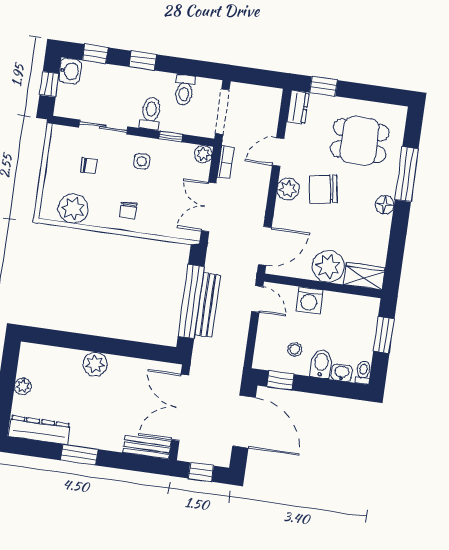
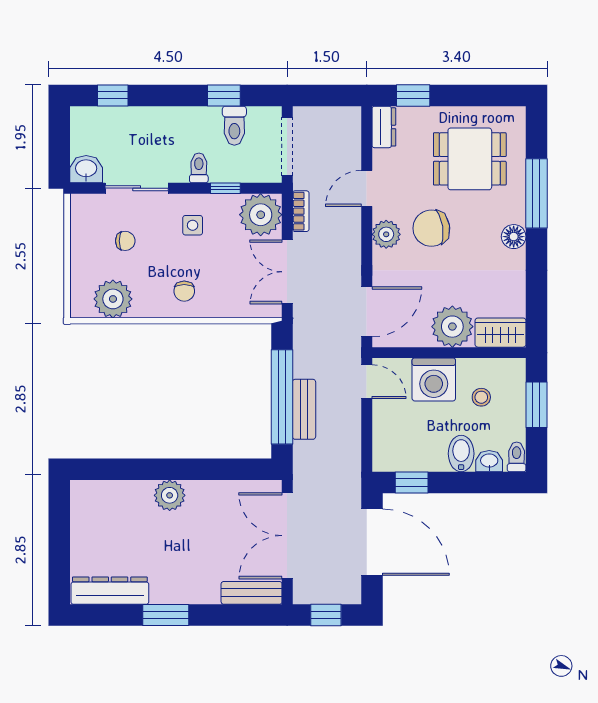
window: (143, 61) -> (224, 95), moved
washbasin: (70, 71) -> (86, 169), moved, turned -90
window: (49, 84) -> (59, 143), removed
toilet: (151, 114) -> (199, 168), width x0.73, depth x0.72
plant: (203, 154) -> (261, 215), width x1.88, depth x1.88
washing machine: (309, 300) -> (434, 379), width x1.37, depth x1.37
bench: (208, 305) -> (304, 409), width x0.73
stool: (295, 349) -> (481, 397), moved
plant: (23, 386) -> (81, 537), removed

